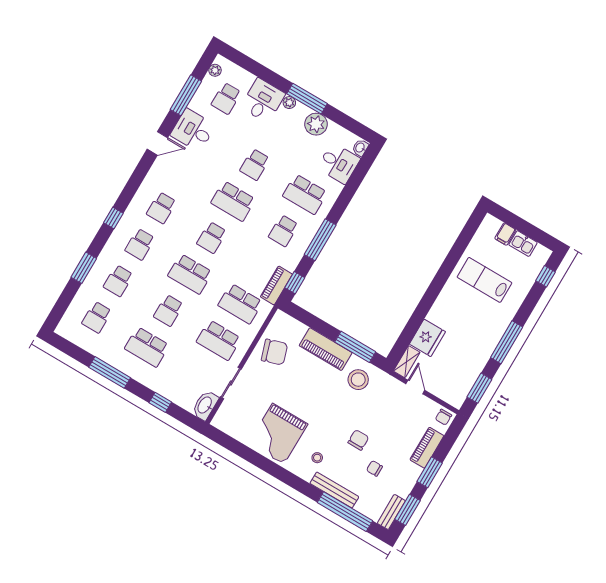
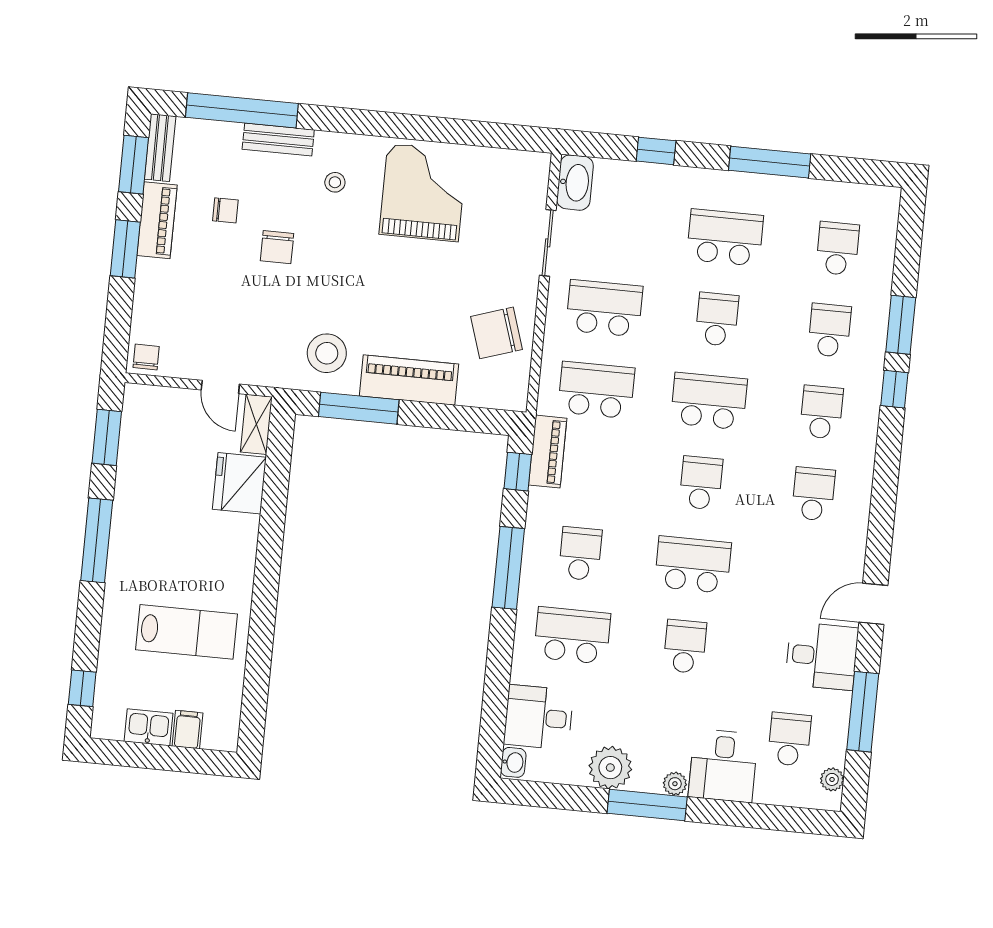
window: (113, 218) -> (894, 389), moved
piano: (427, 448) -> (157, 220), moved
bench: (334, 490) -> (278, 140), width x0.73

